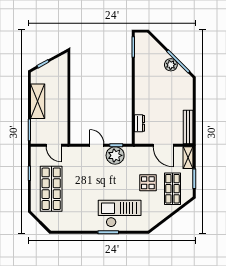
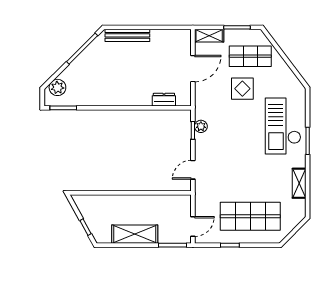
plant: (171, 65) -> (57, 87), moved
bench: (188, 127) -> (127, 35), moved
door: (54, 145) -> (193, 227), moved
door: (97, 145) -> (193, 170), moved
plant: (115, 155) -> (201, 126), width x0.53, depth x0.53
shelving: (76, 226) -> (299, 183), added

